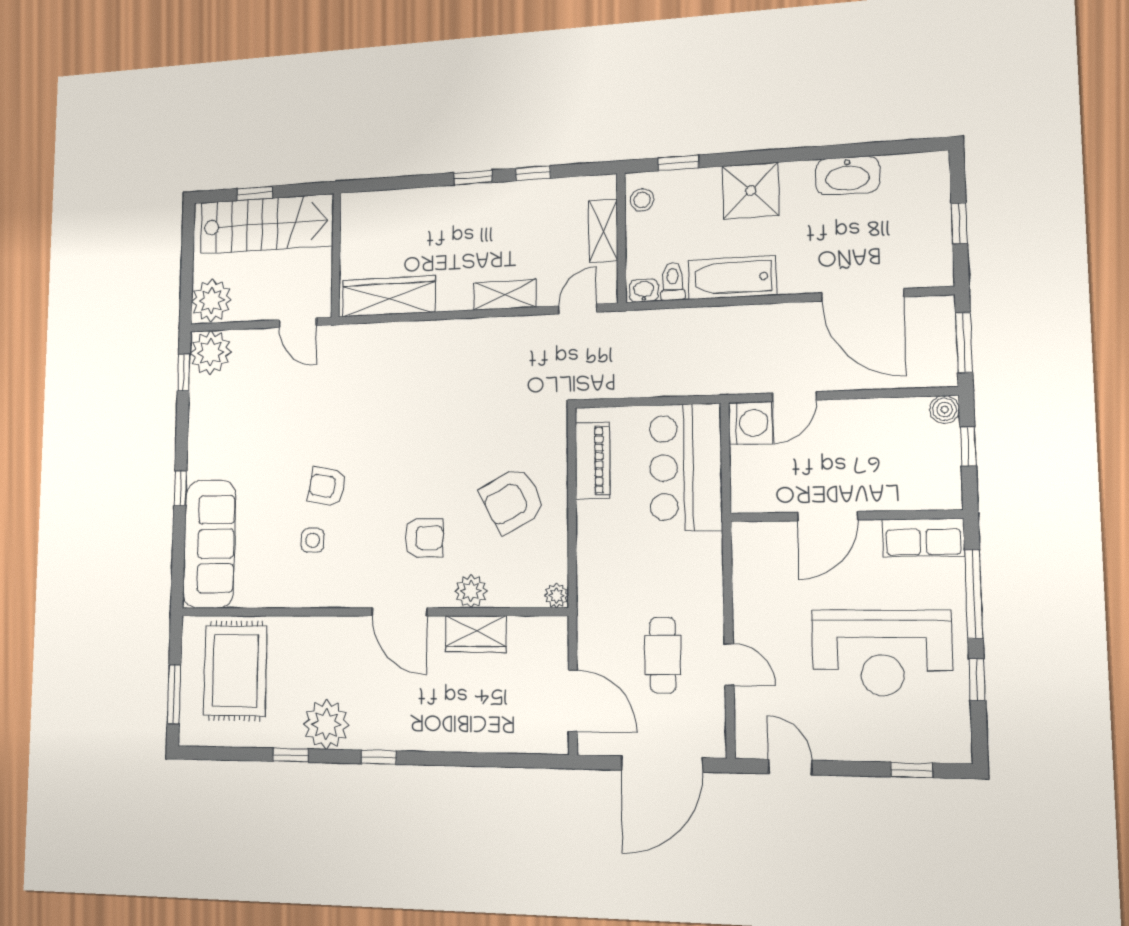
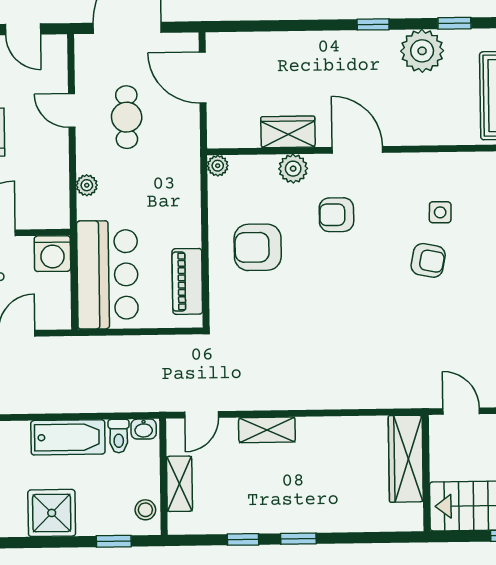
wardrobe: (389, 296) -> (406, 459), moved, turned 90
washing machine: (750, 423) -> (52, 254), moved, turned -90
armchair: (512, 500) -> (258, 247), turned -152
plant: (711, 574) -> (87, 185), added

